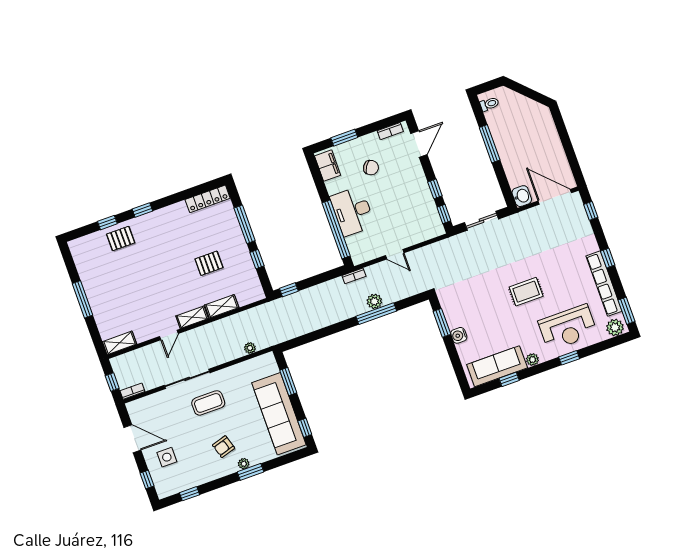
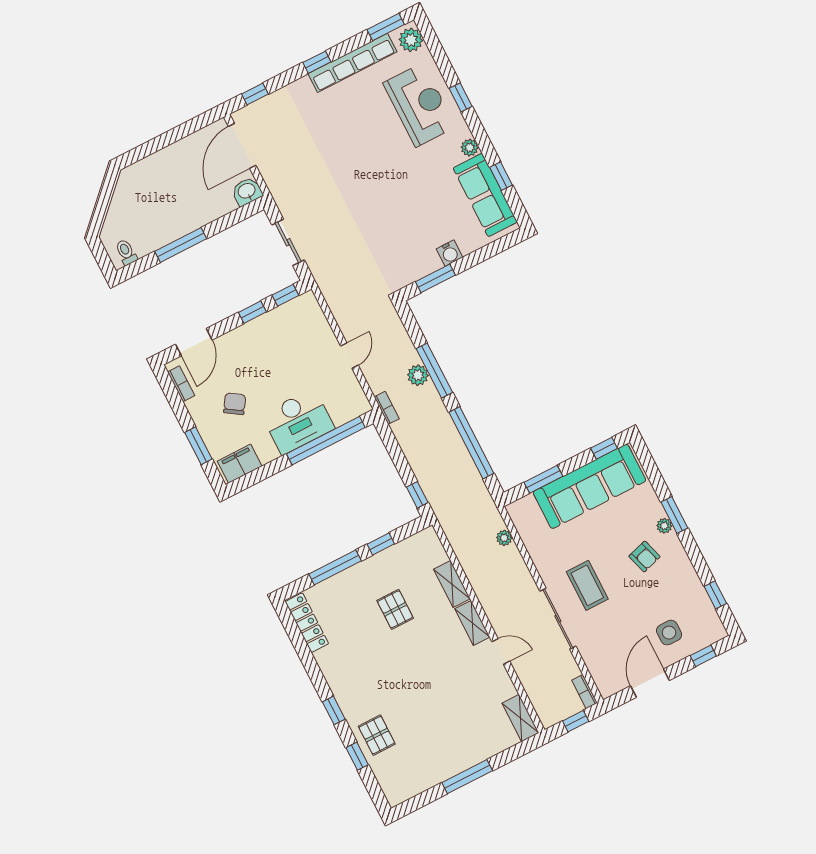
door: (419, 144) -> (194, 342), swing flipped
rug: (526, 292) -> (377, 168), removed
window: (321, 333) -> (471, 443), added

